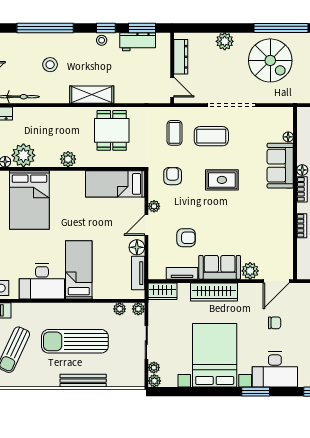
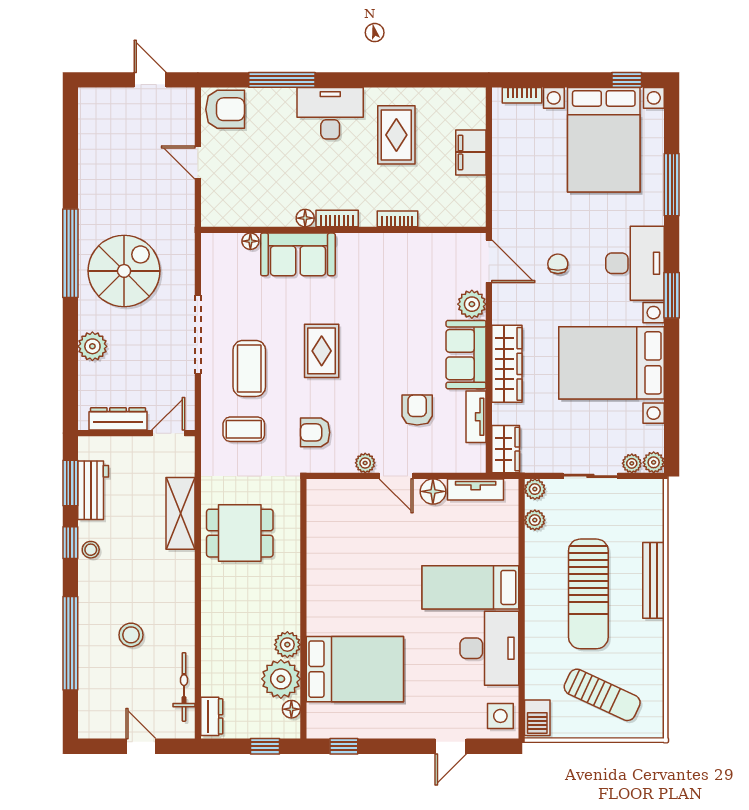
shelving: (92, 95) -> (181, 513), moved
plant: (68, 159) -> (287, 645), moved
bed: (115, 184) -> (328, 528), removed

